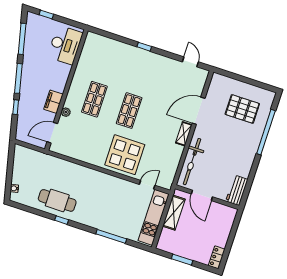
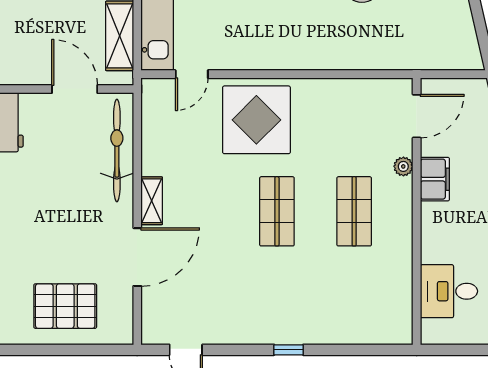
desk: (65, 45) -> (449, 291), width x0.73
pallet: (242, 109) -> (65, 306), moved

